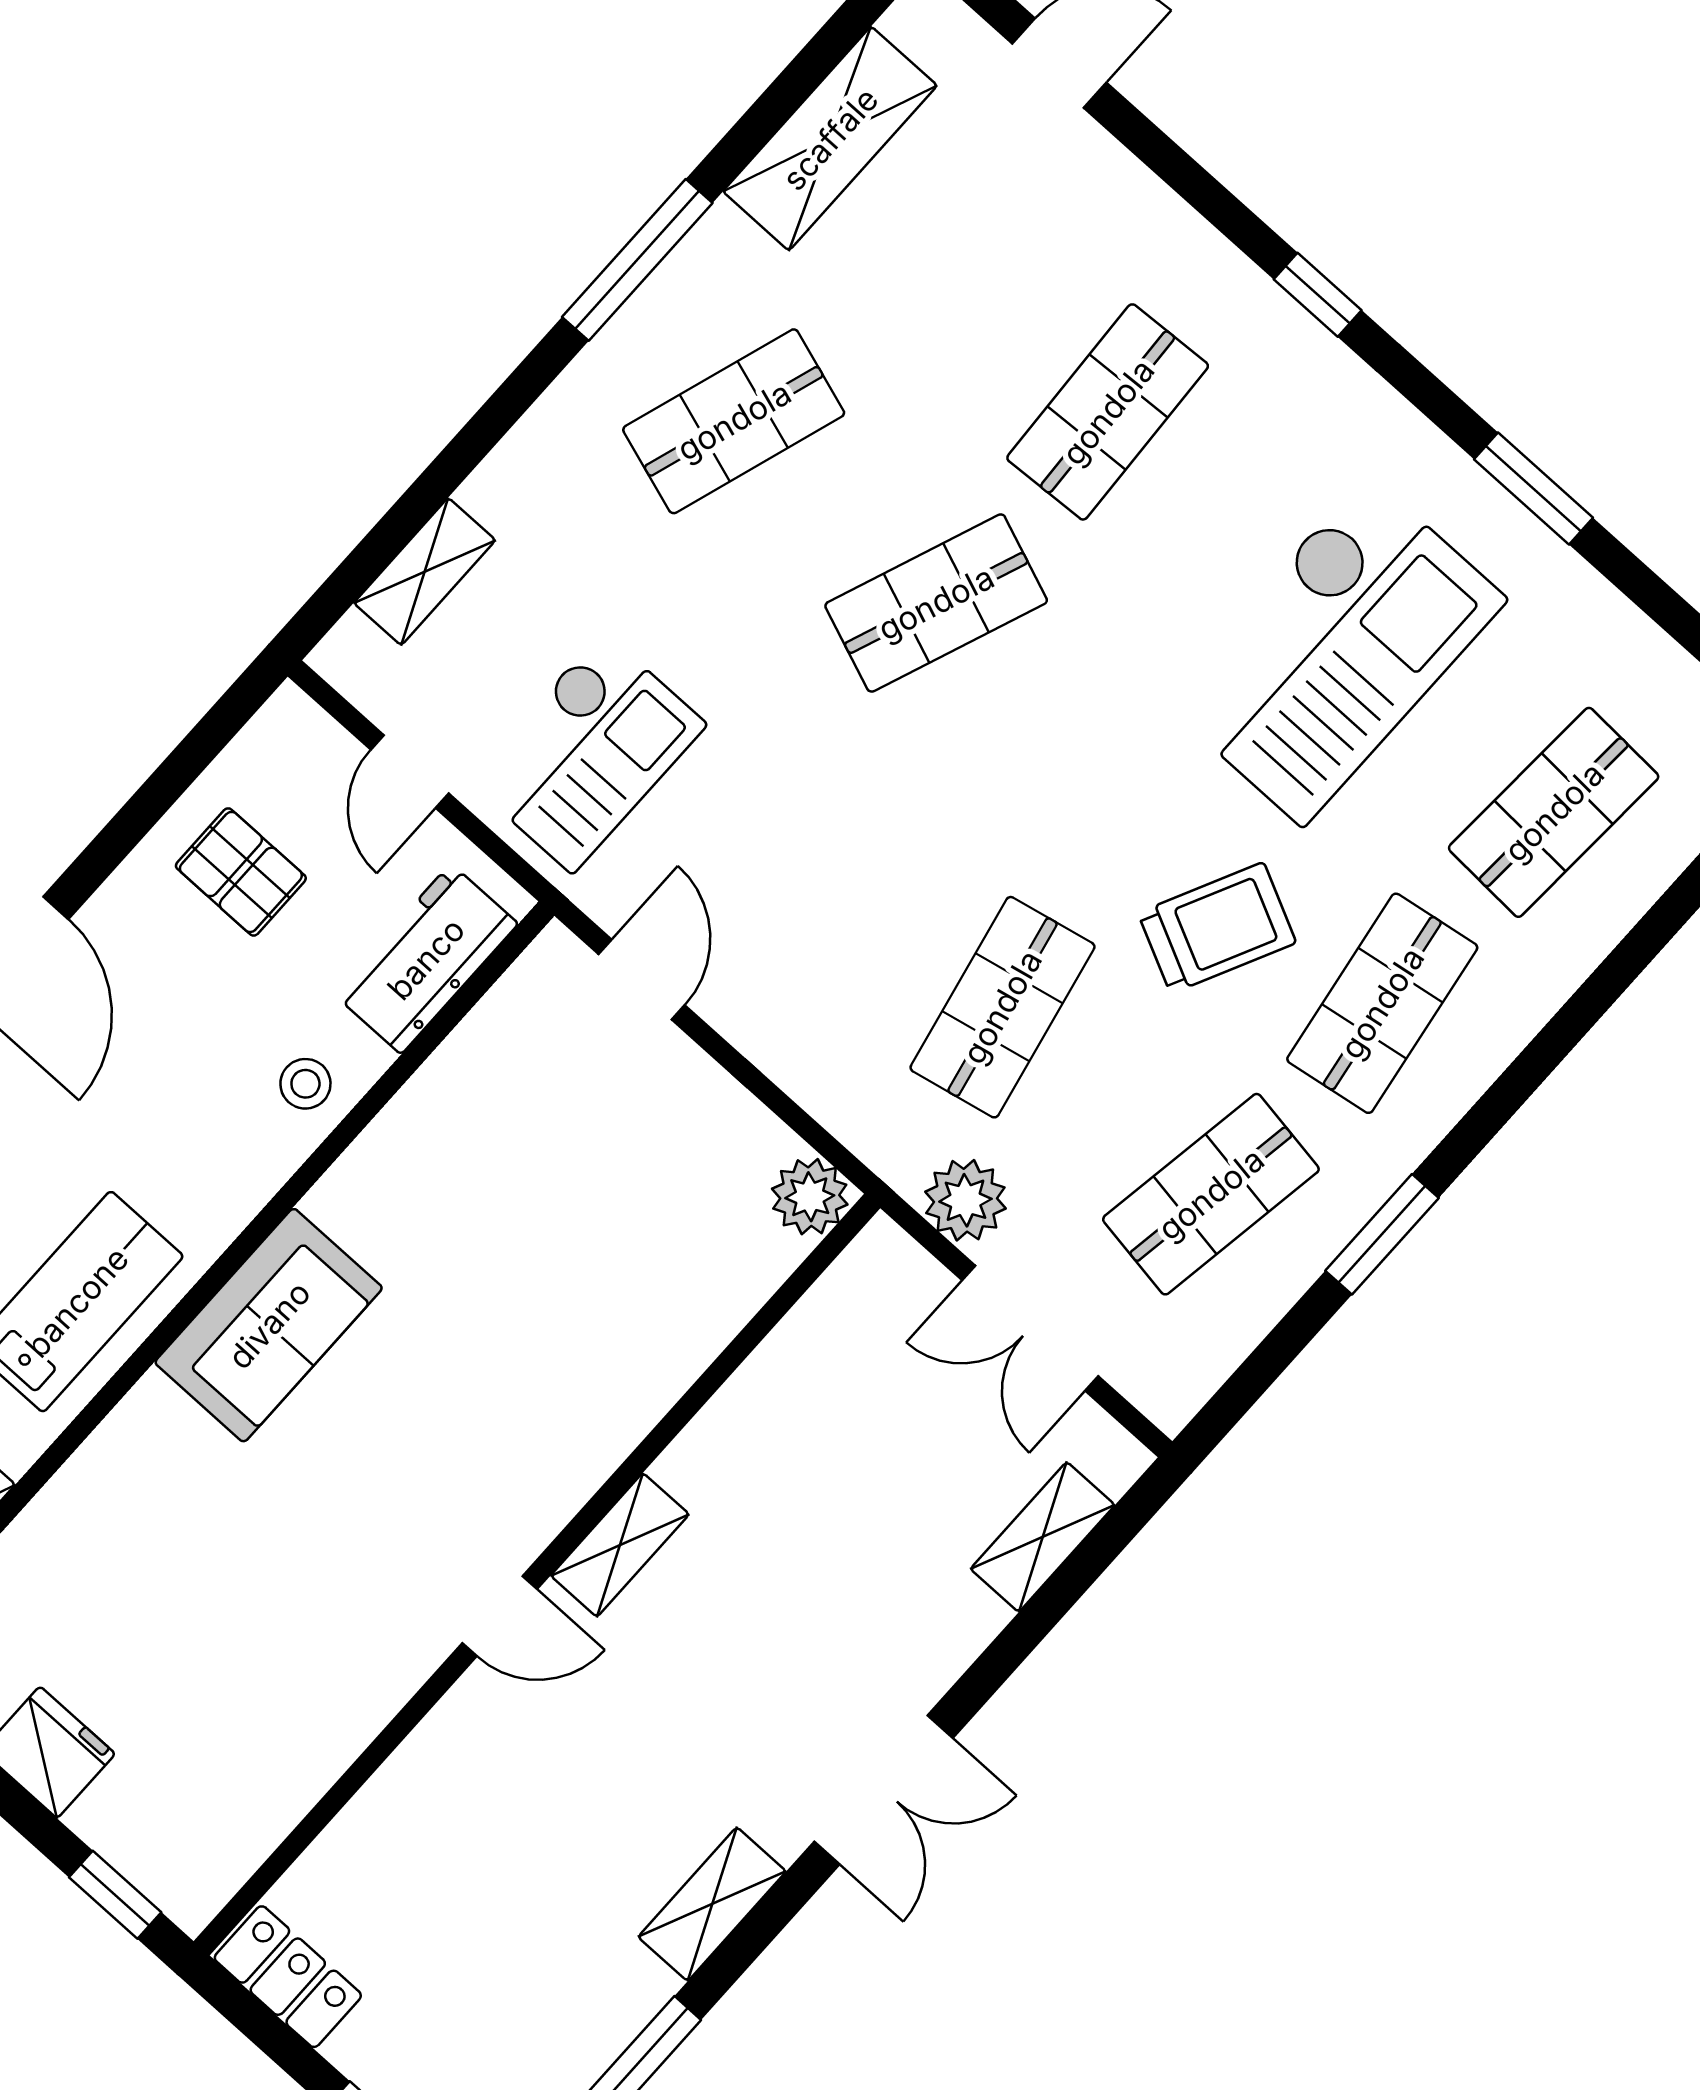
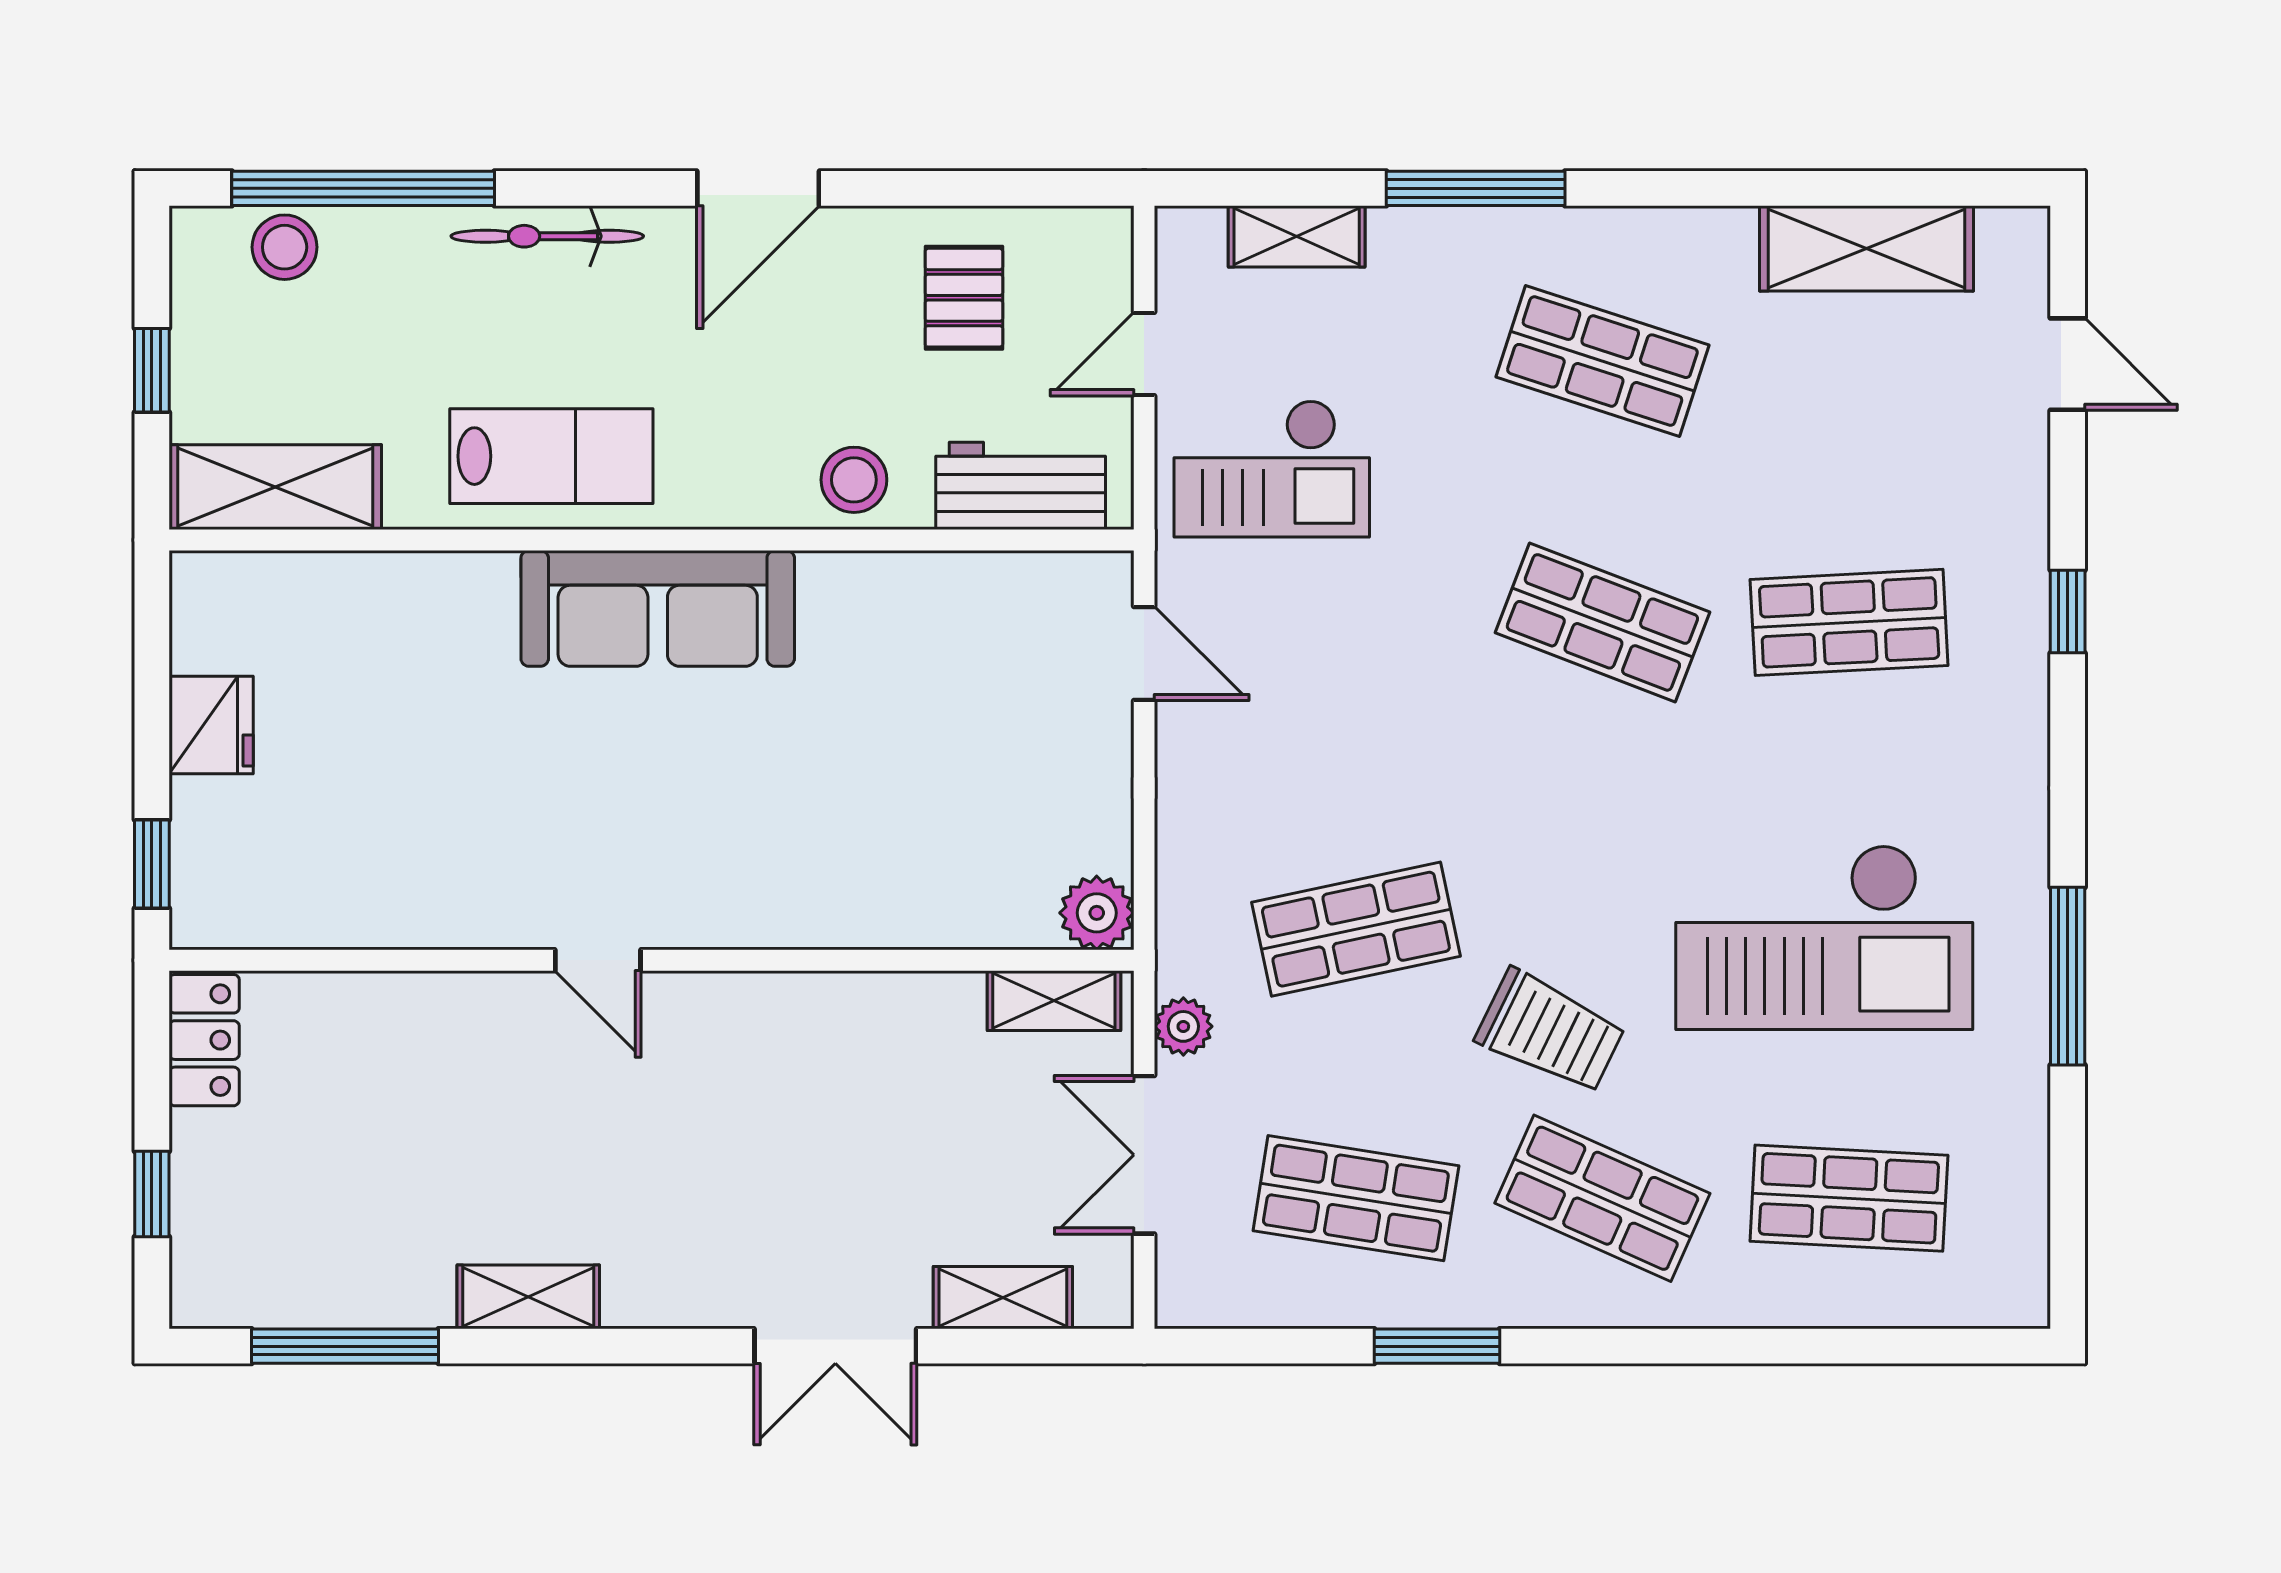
window: (637, 260) -> (1476, 188), moved
window: (1318, 295) -> (2068, 612), moved
window: (1534, 489) -> (2068, 976), width x1.44
door: (642, 980) -> (1144, 653), hinge flipped
shop shelf: (1382, 1003) -> (1602, 1198), turned 33
stool: (305, 1084) -> (854, 480), width x1.37, depth x1.37
plant: (965, 1200) -> (1183, 1026), width x0.73, depth x0.73
sofa: (269, 1325) -> (658, 608), width x1.36
shelving: (620, 1545) -> (1054, 1001), moved
double door: (884, 1790) -> (835, 1346), moved

